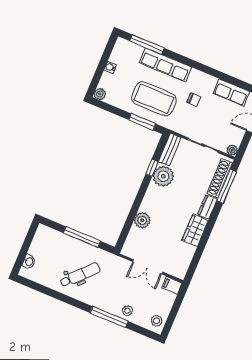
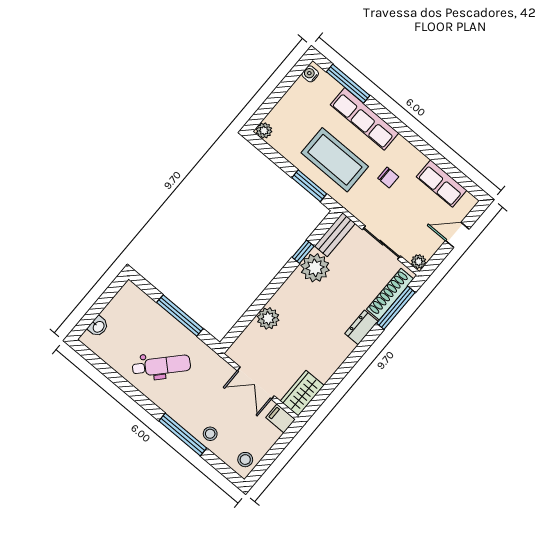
water cooler: (110, 67) -> (310, 74), moved
wardrobe: (195, 230) -> (302, 393), moved

